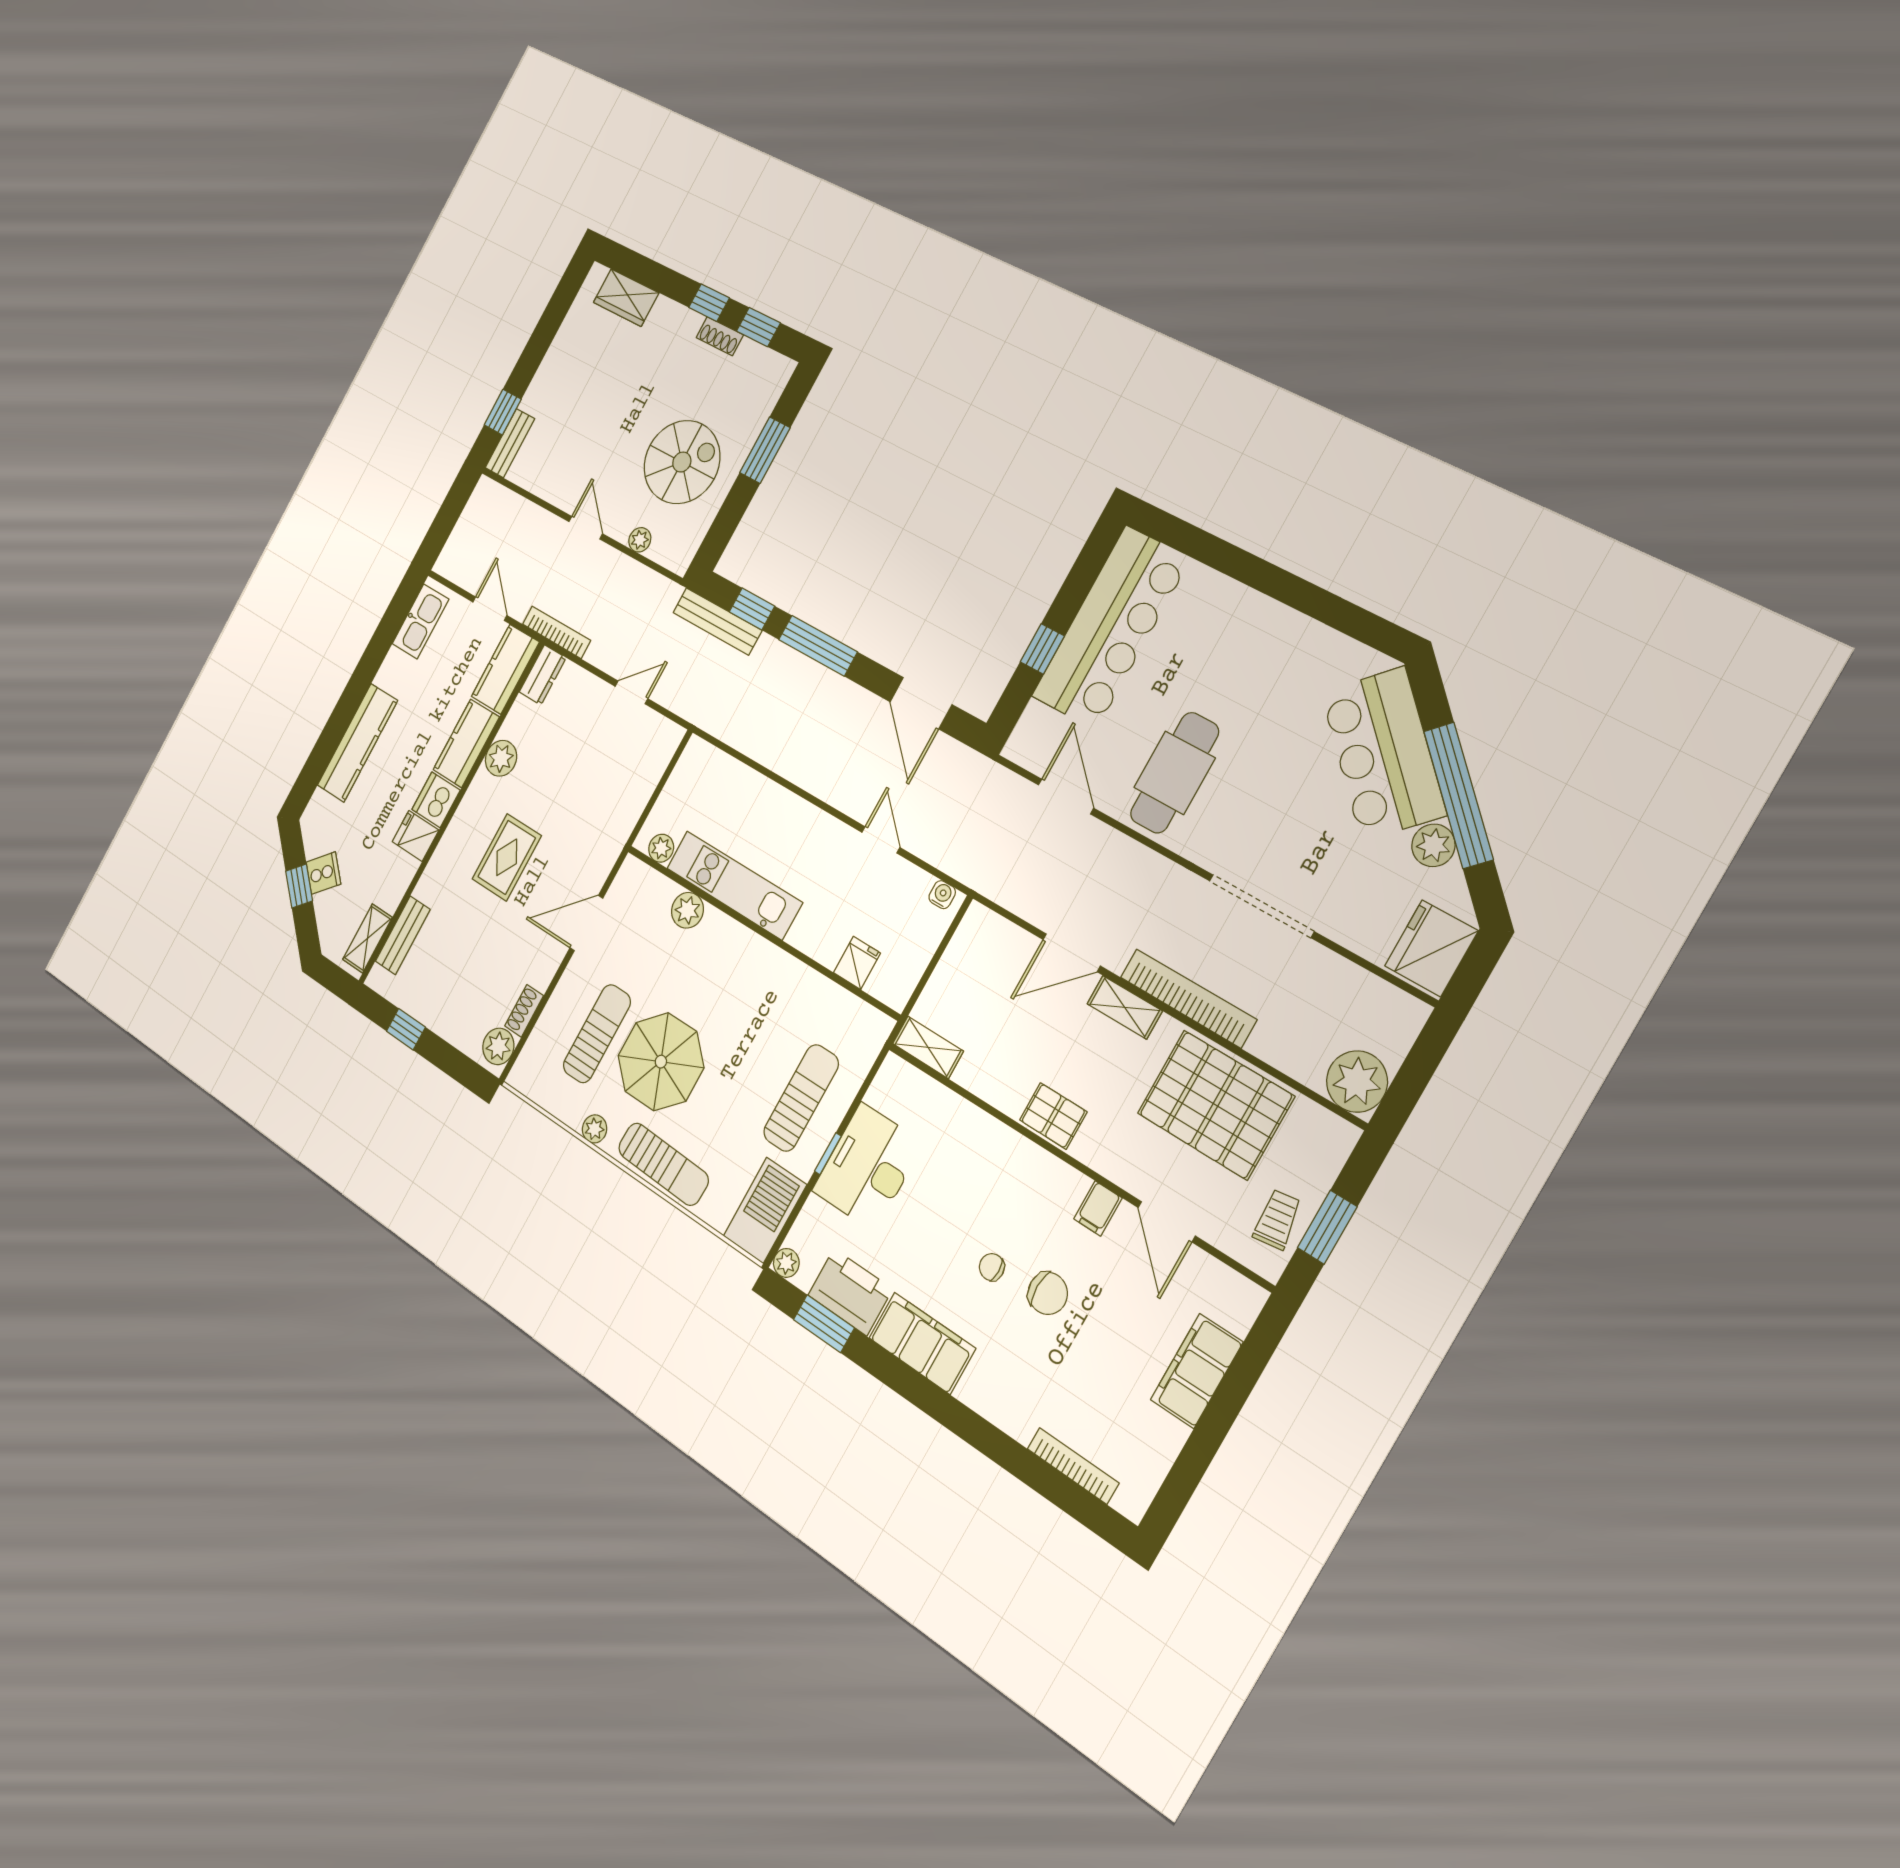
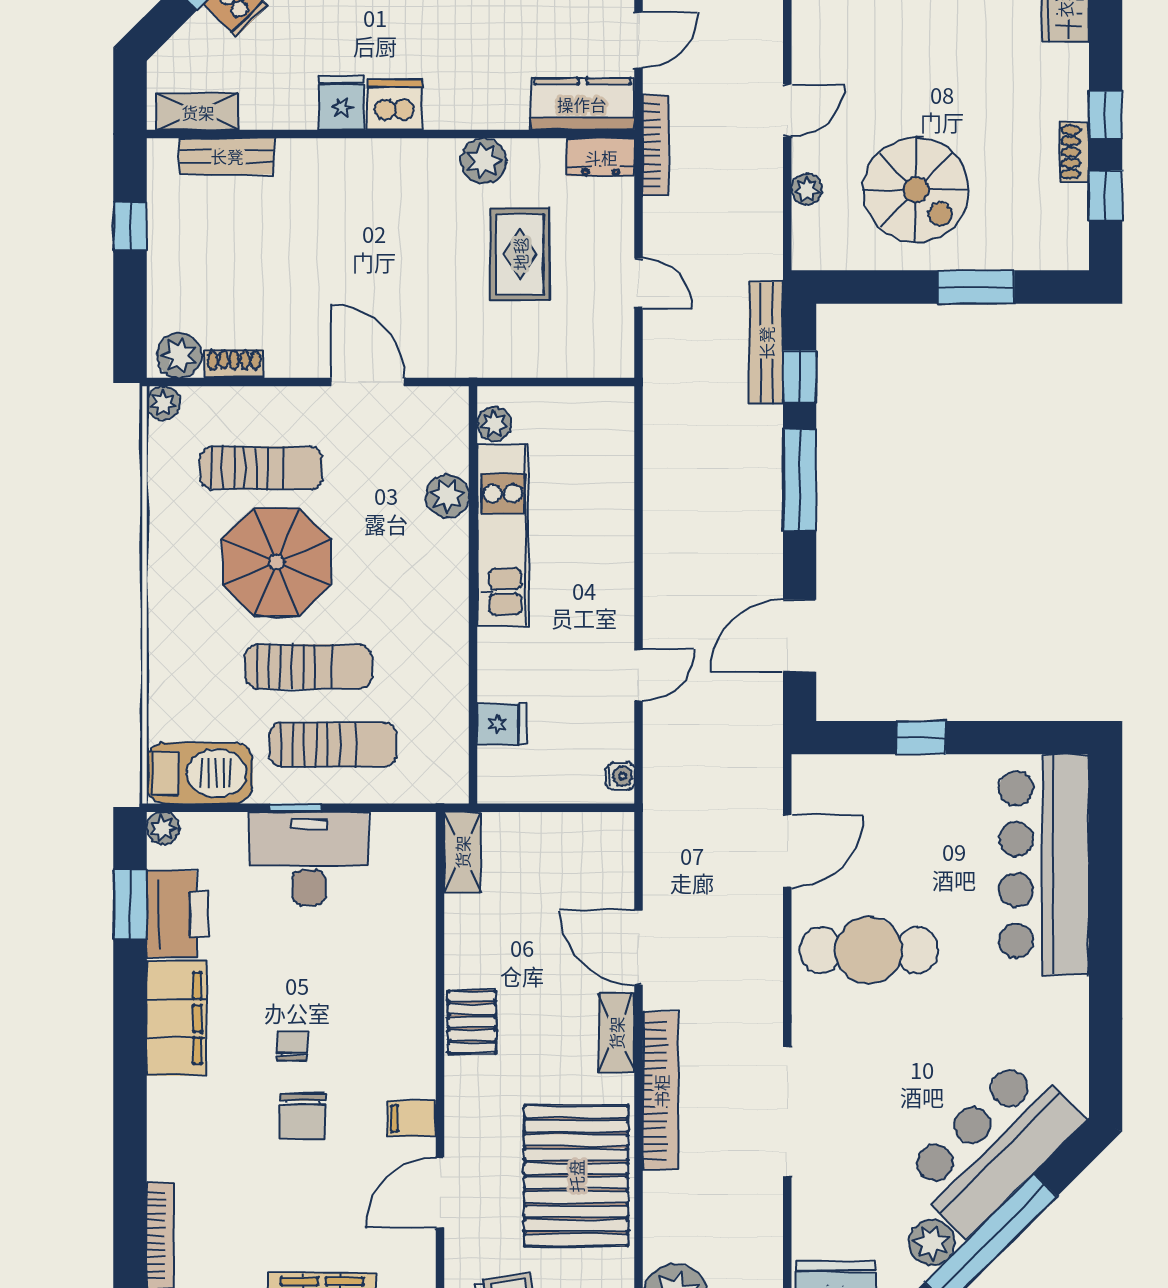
bar counter: (1111, 628) -> (1044, 865), moved, turned 90
kitchen counter: (466, 743) -> (476, 104), removed
rug: (507, 857) -> (520, 254), moved, turned 90
plant: (595, 1129) -> (163, 403), moved
sun lounger: (663, 1164) -> (308, 667), moved, turned -92

